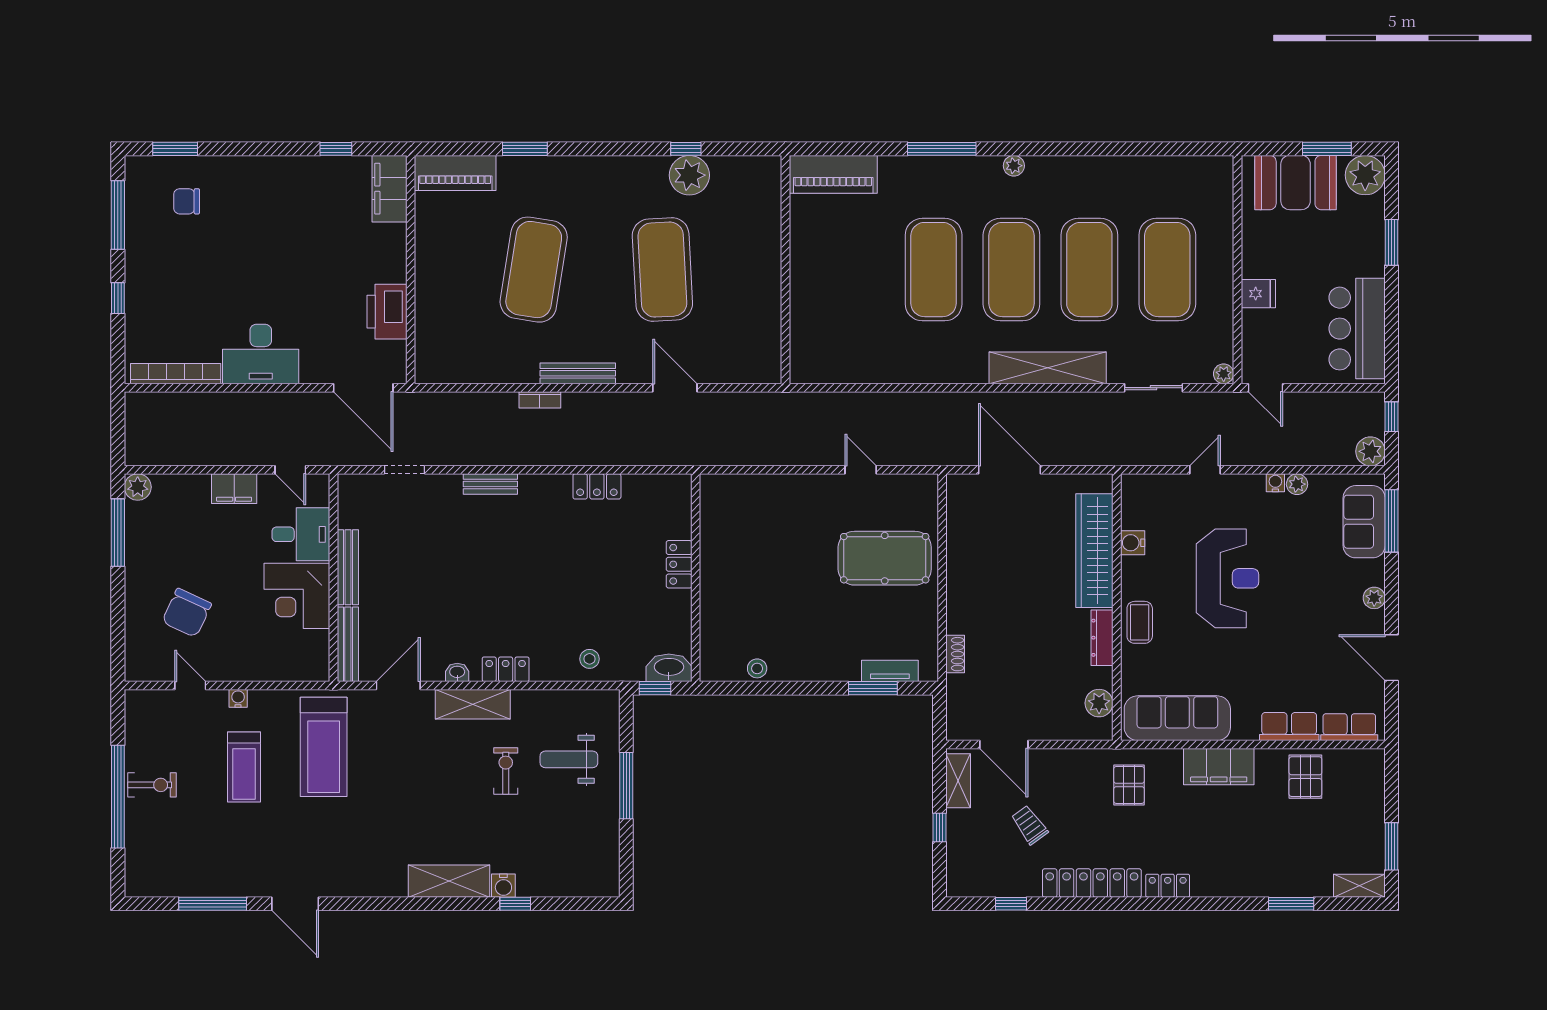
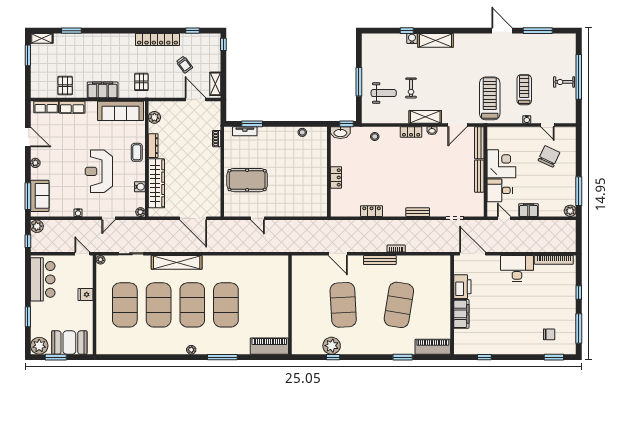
filing cabinet: (389, 189) -> (461, 314), moved
plant: (1297, 484) -> (140, 212), moved
window: (940, 828) -> (223, 44), moved
locker: (1168, 886) -> (125, 38), removed

